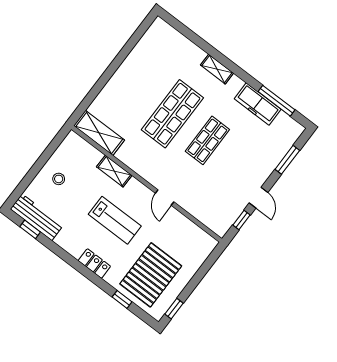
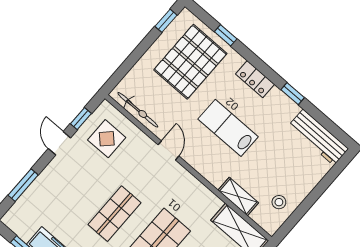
shelving: (114, 171) -> (238, 197), moved
stool: (59, 179) -> (279, 202), moved
display table: (218, 204) -> (107, 139), added
window: (30, 229) -> (293, 94), moved
bicycle: (193, 231) -> (138, 110), added

